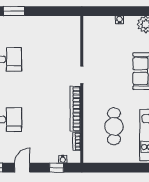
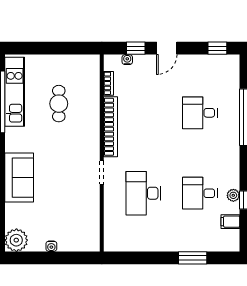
desk: (51, 59) -> (143, 193), added
cafe table: (114, 126) -> (59, 104), width x0.73, depth x0.74
door: (22, 168) -> (167, 48), moved

